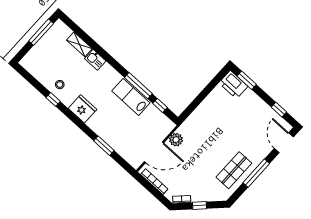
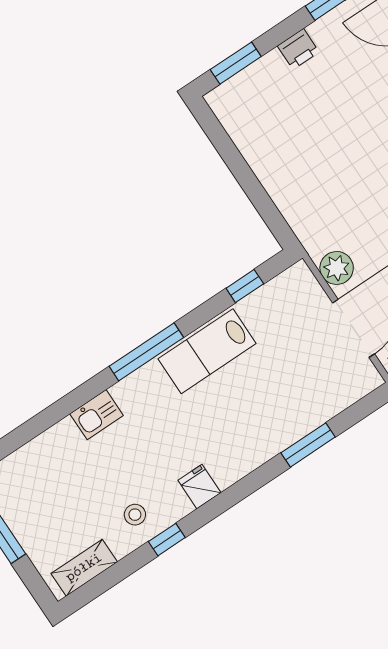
shelving: (79, 44) -> (84, 568), moved
printer: (233, 85) -> (298, 49), moved, width x0.53, depth x0.68
window: (138, 86) -> (146, 352), moved
fridge: (82, 109) -> (199, 487), width x0.53, depth x0.75

